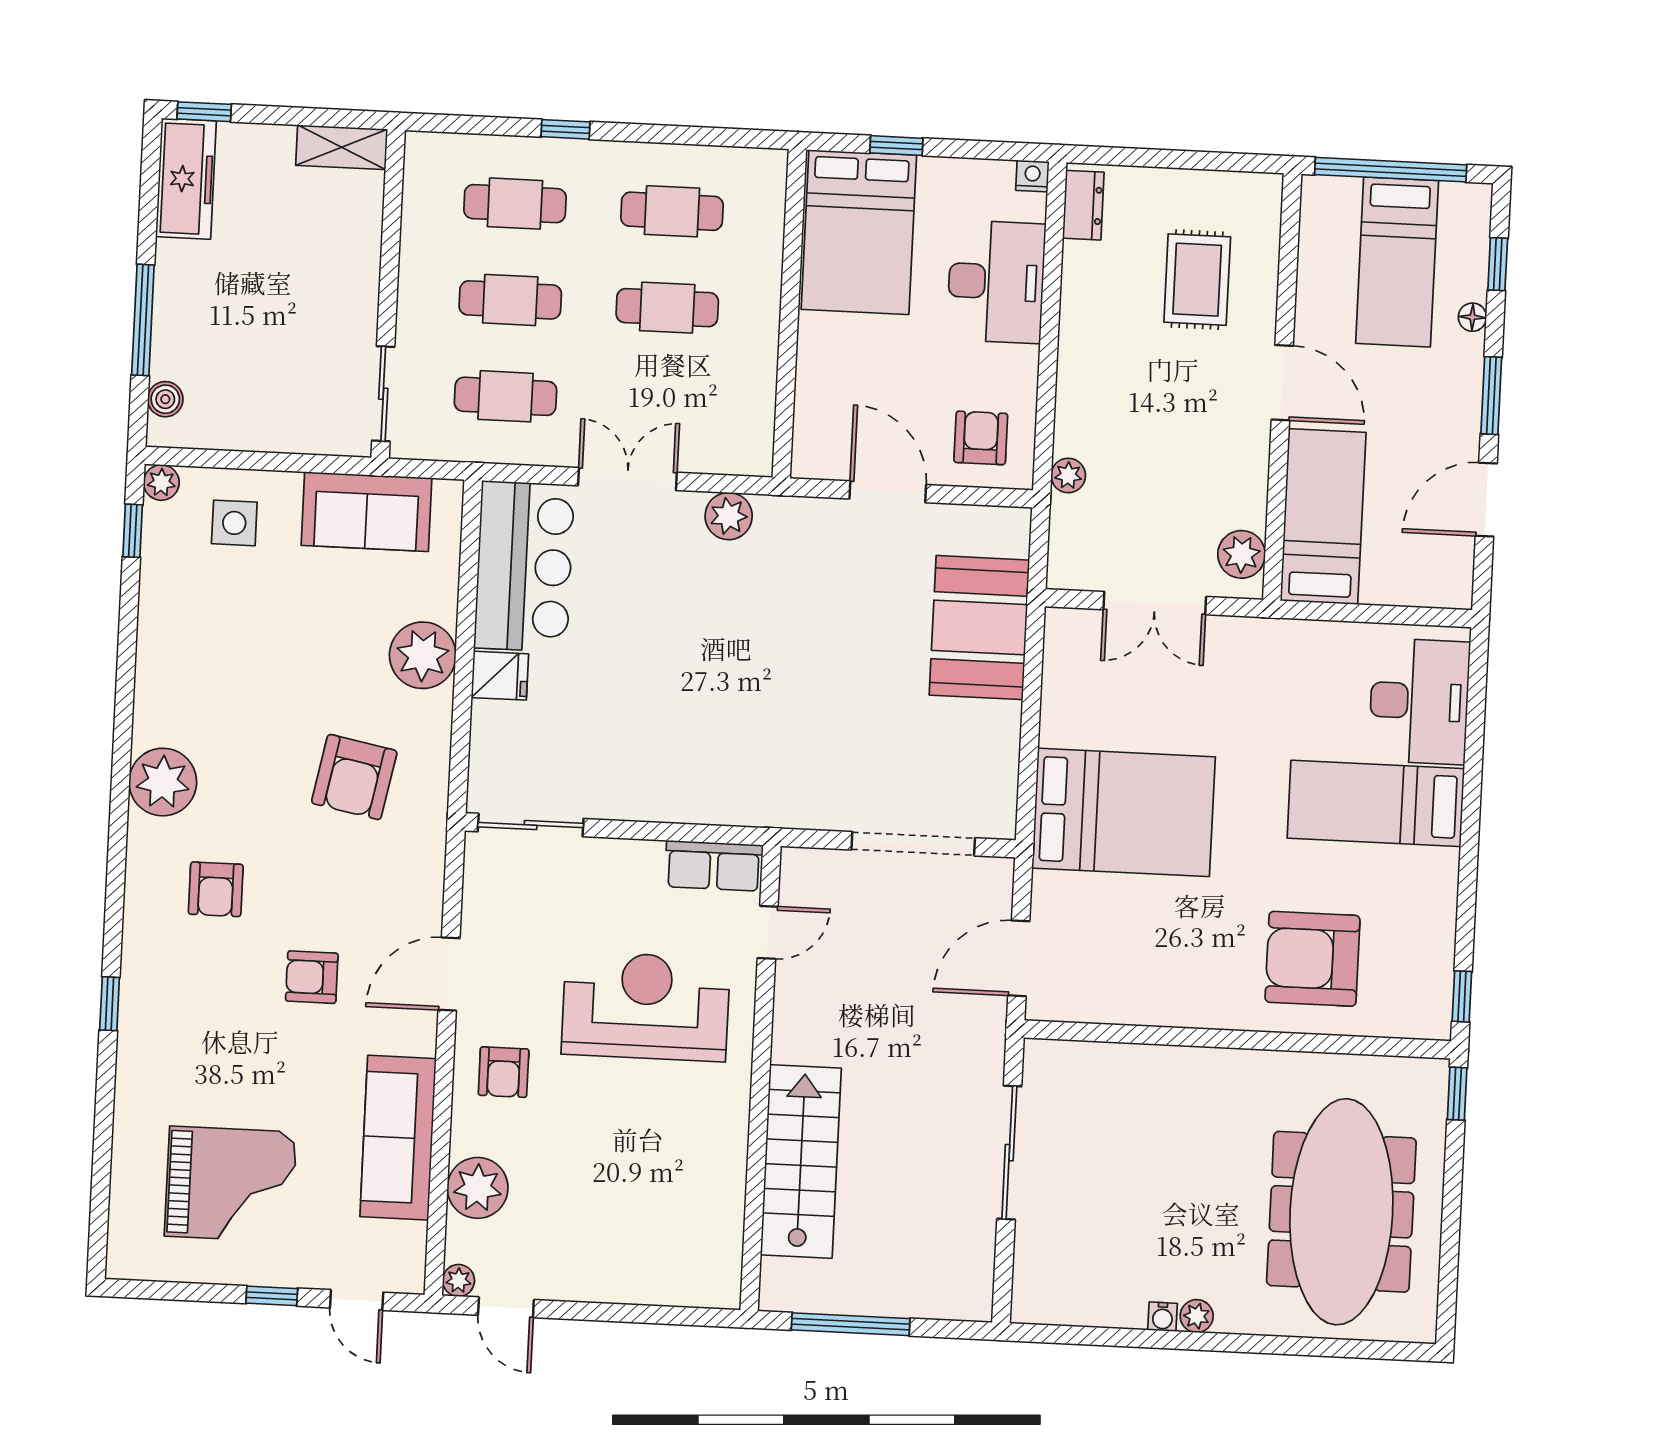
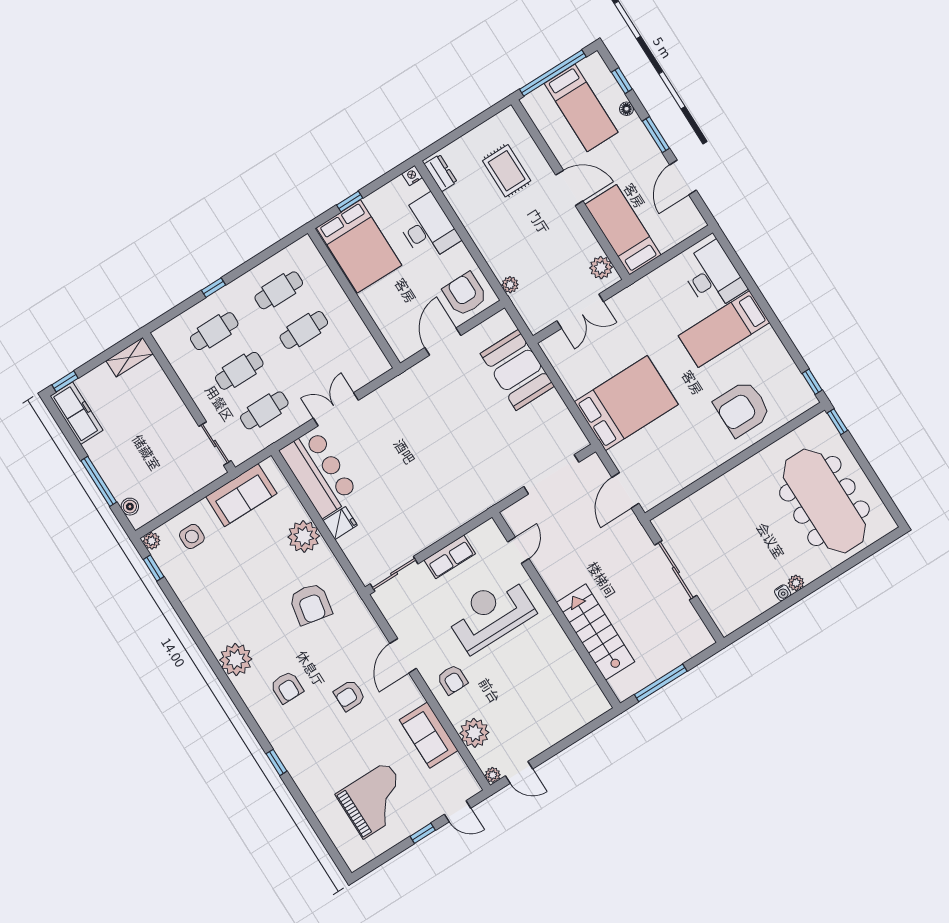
armchair: (981, 438) -> (465, 294), width x1.38, depth x1.38
door: (888, 492) -> (443, 342), hinge flipped
plant: (729, 516) -> (386, 396), removed
row of seats: (714, 866) -> (450, 557), moved
sofa: (398, 1138) -> (429, 735), width x0.73

